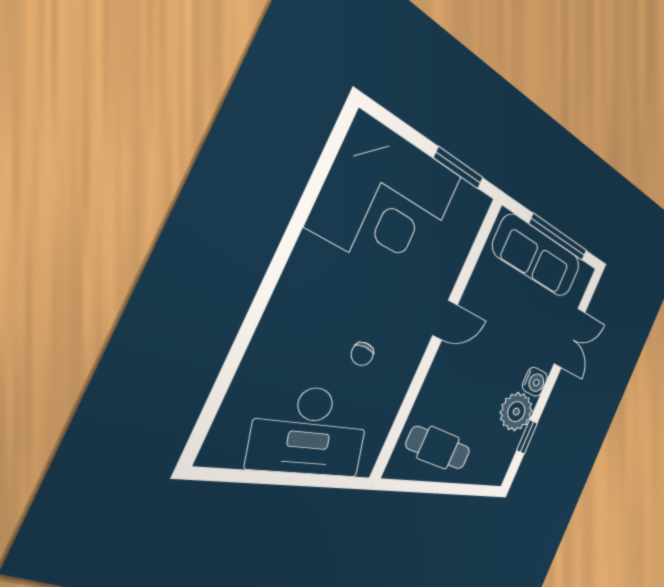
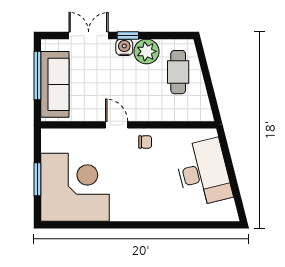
window: (459, 168) -> (37, 179), moved
chair: (362, 354) -> (145, 142), moved
window: (527, 437) -> (128, 36), moved
cafe table: (438, 448) -> (178, 72), moved

